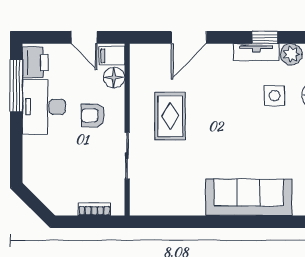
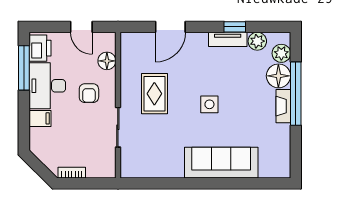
filing cabinet: (112, 56) -> (40, 118), moved, turned 180
side table: (275, 96) -> (209, 104), moved
armchair: (93, 115) -> (89, 93), turned -90
bookcase: (94, 209) -> (72, 173), moved

